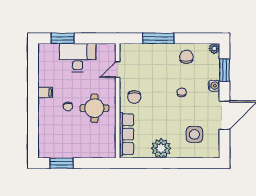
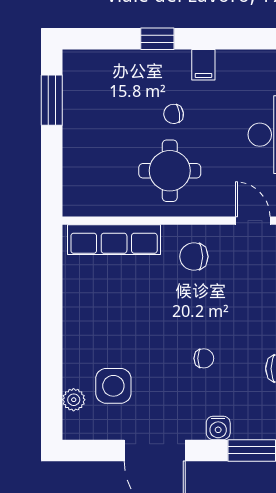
window: (33, 114) -> (157, 39), added
plant: (161, 148) -> (74, 400), moved, width x0.53, depth x0.53

